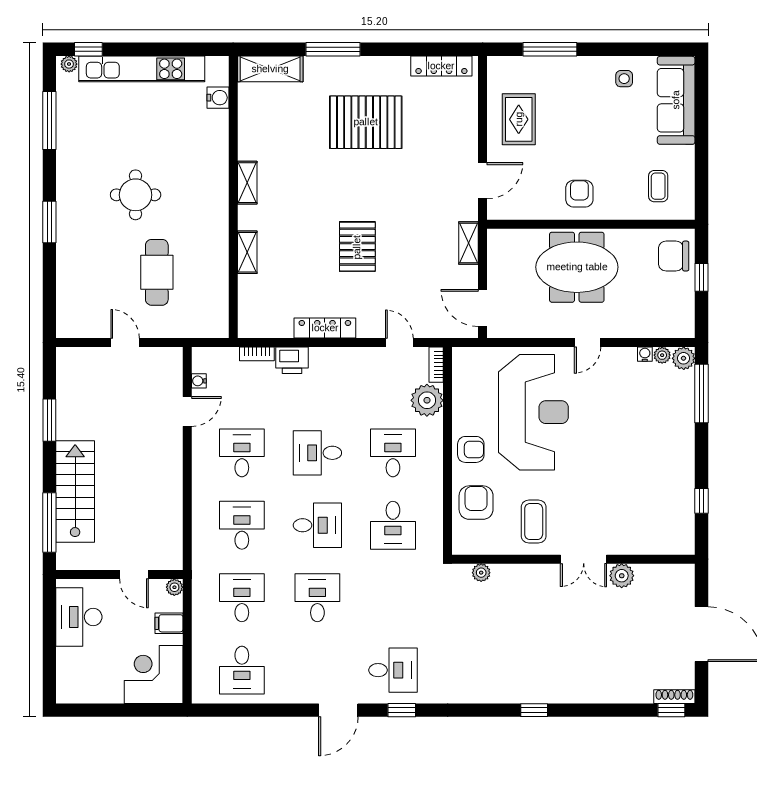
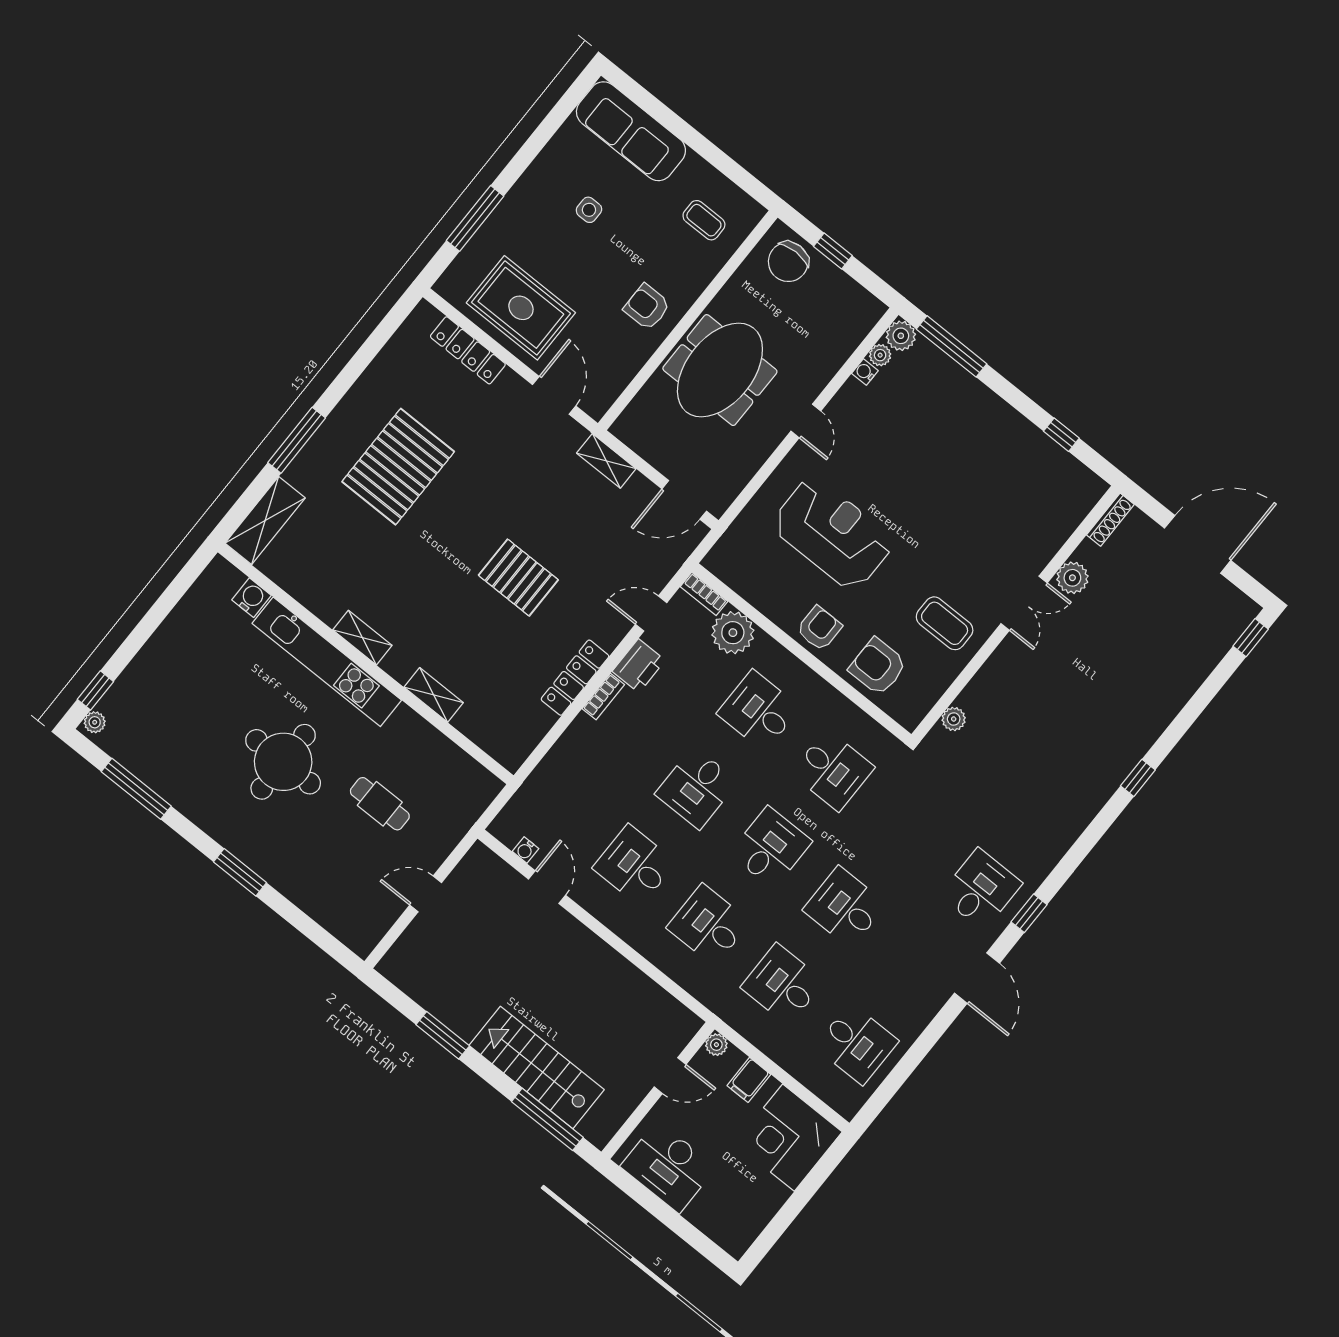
locker: (441, 66) -> (468, 350), moved, turned 90
kitchen unit: (142, 69) -> (327, 662), moved, turned 90
side table: (624, 79) -> (589, 210), moved
rug: (519, 119) -> (521, 308), width x1.36, depth x1.43
round table: (136, 195) -> (283, 762), width x1.36, depth x1.36
cafe table: (157, 272) -> (380, 804), width x0.73, depth x0.74
bookcase: (257, 354) -> (603, 697), moved
printer: (292, 360) -> (639, 666), moved
reception desk: (533, 412) -> (833, 534), width x0.74, depth x0.77
shoe rack: (674, 697) -> (1110, 520), moved, turned 180

